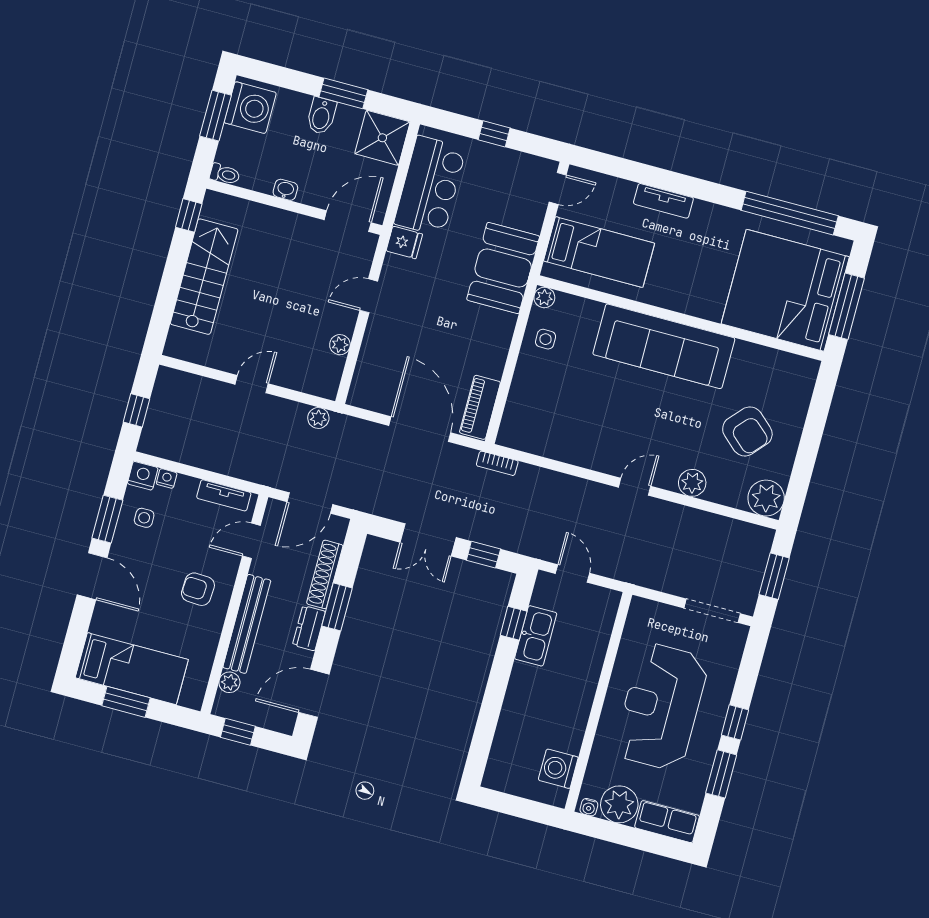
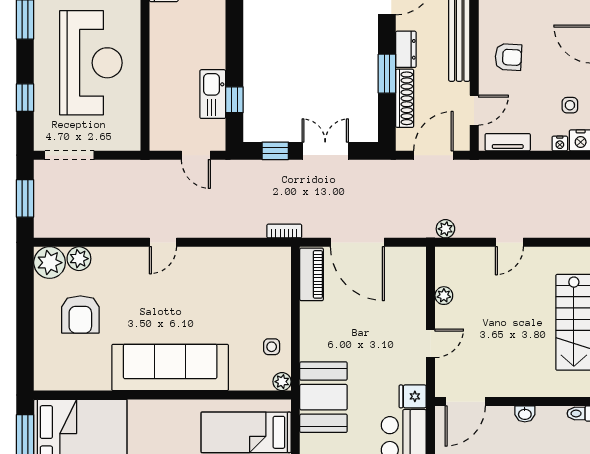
armchair: (747, 431) -> (80, 314), turned -132
plant: (692, 483) -> (79, 259), moved
window: (735, 722) -> (25, 98), moved

